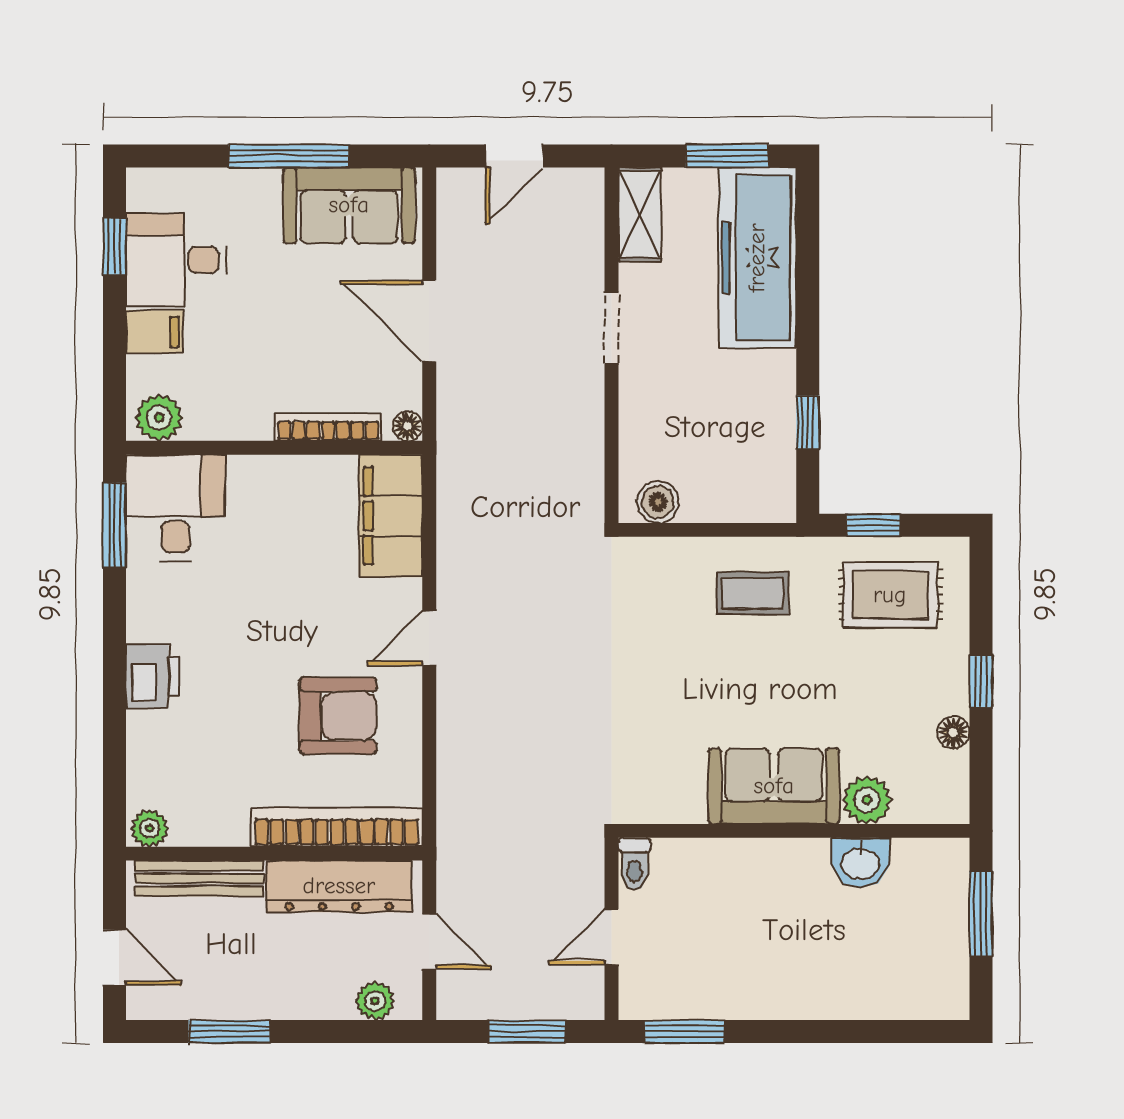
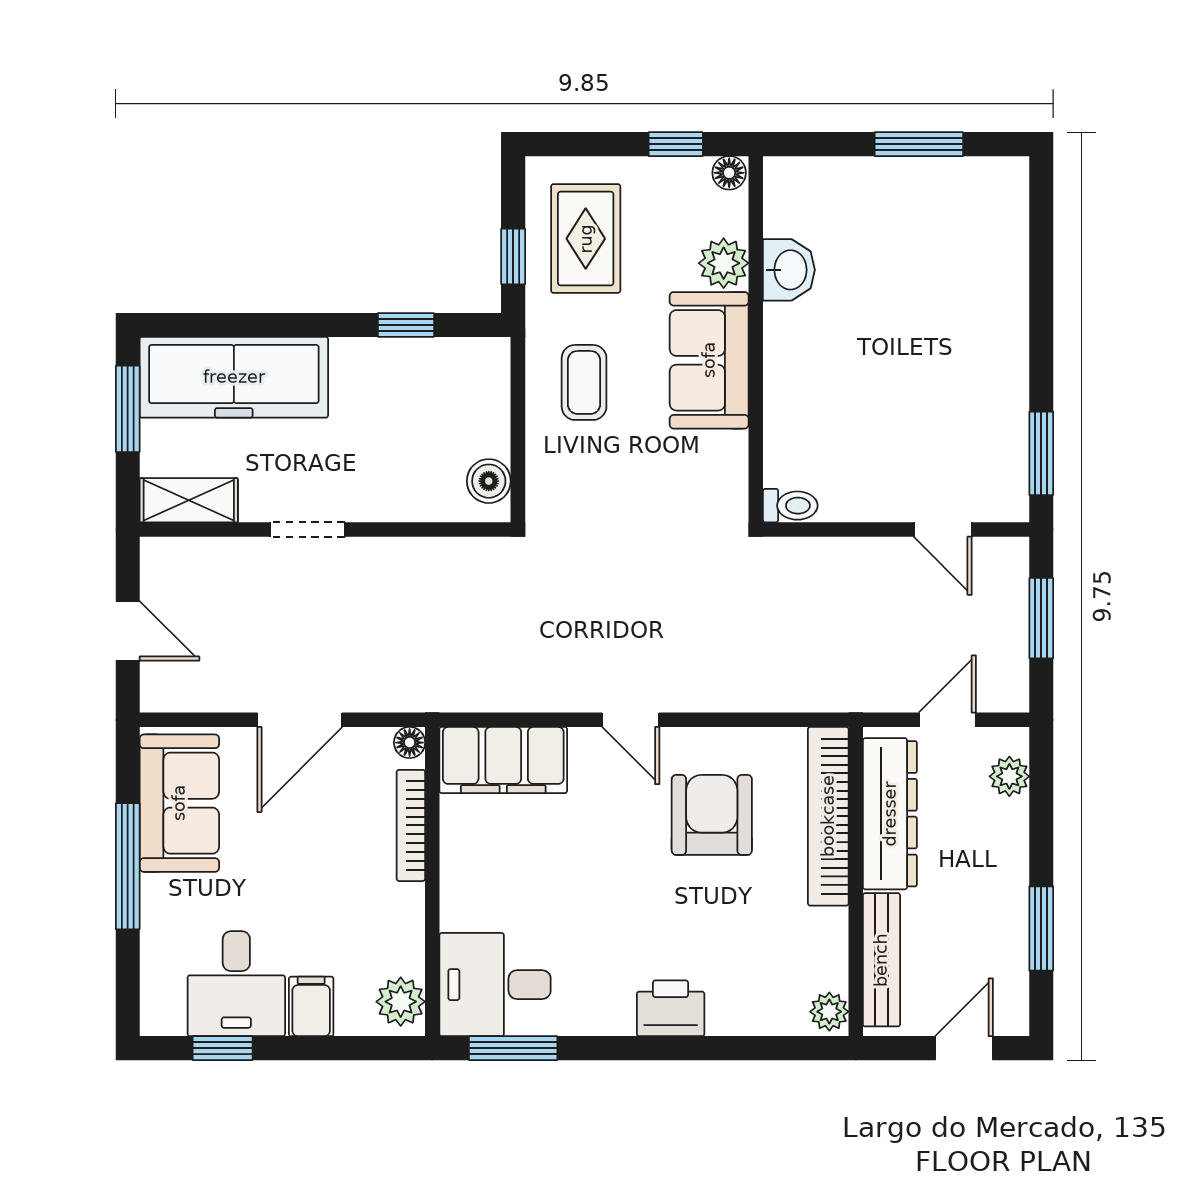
sofa: (774, 786) -> (709, 360), moved
plant: (867, 800) -> (724, 263), moved
wall: (794, 831) -> (756, 339), moved
washbasin: (860, 863) -> (789, 270), moved
toilet: (635, 864) -> (790, 506), moved

